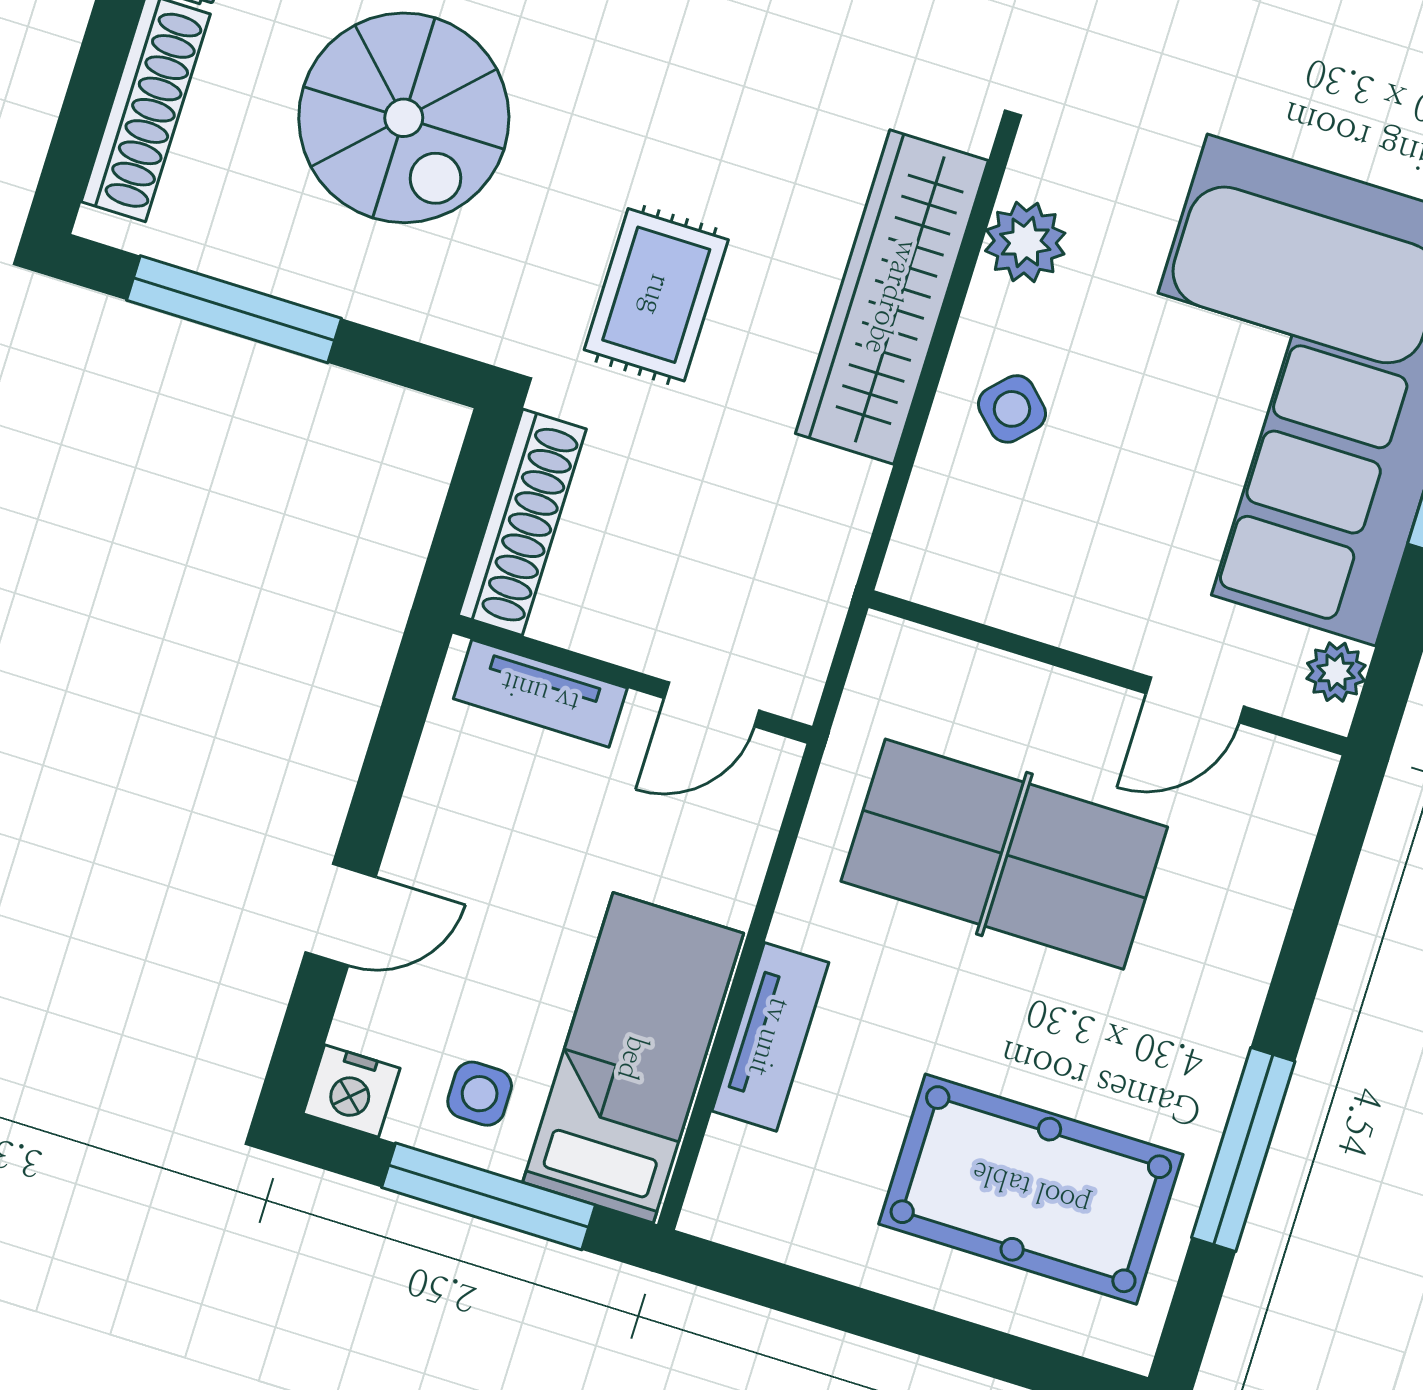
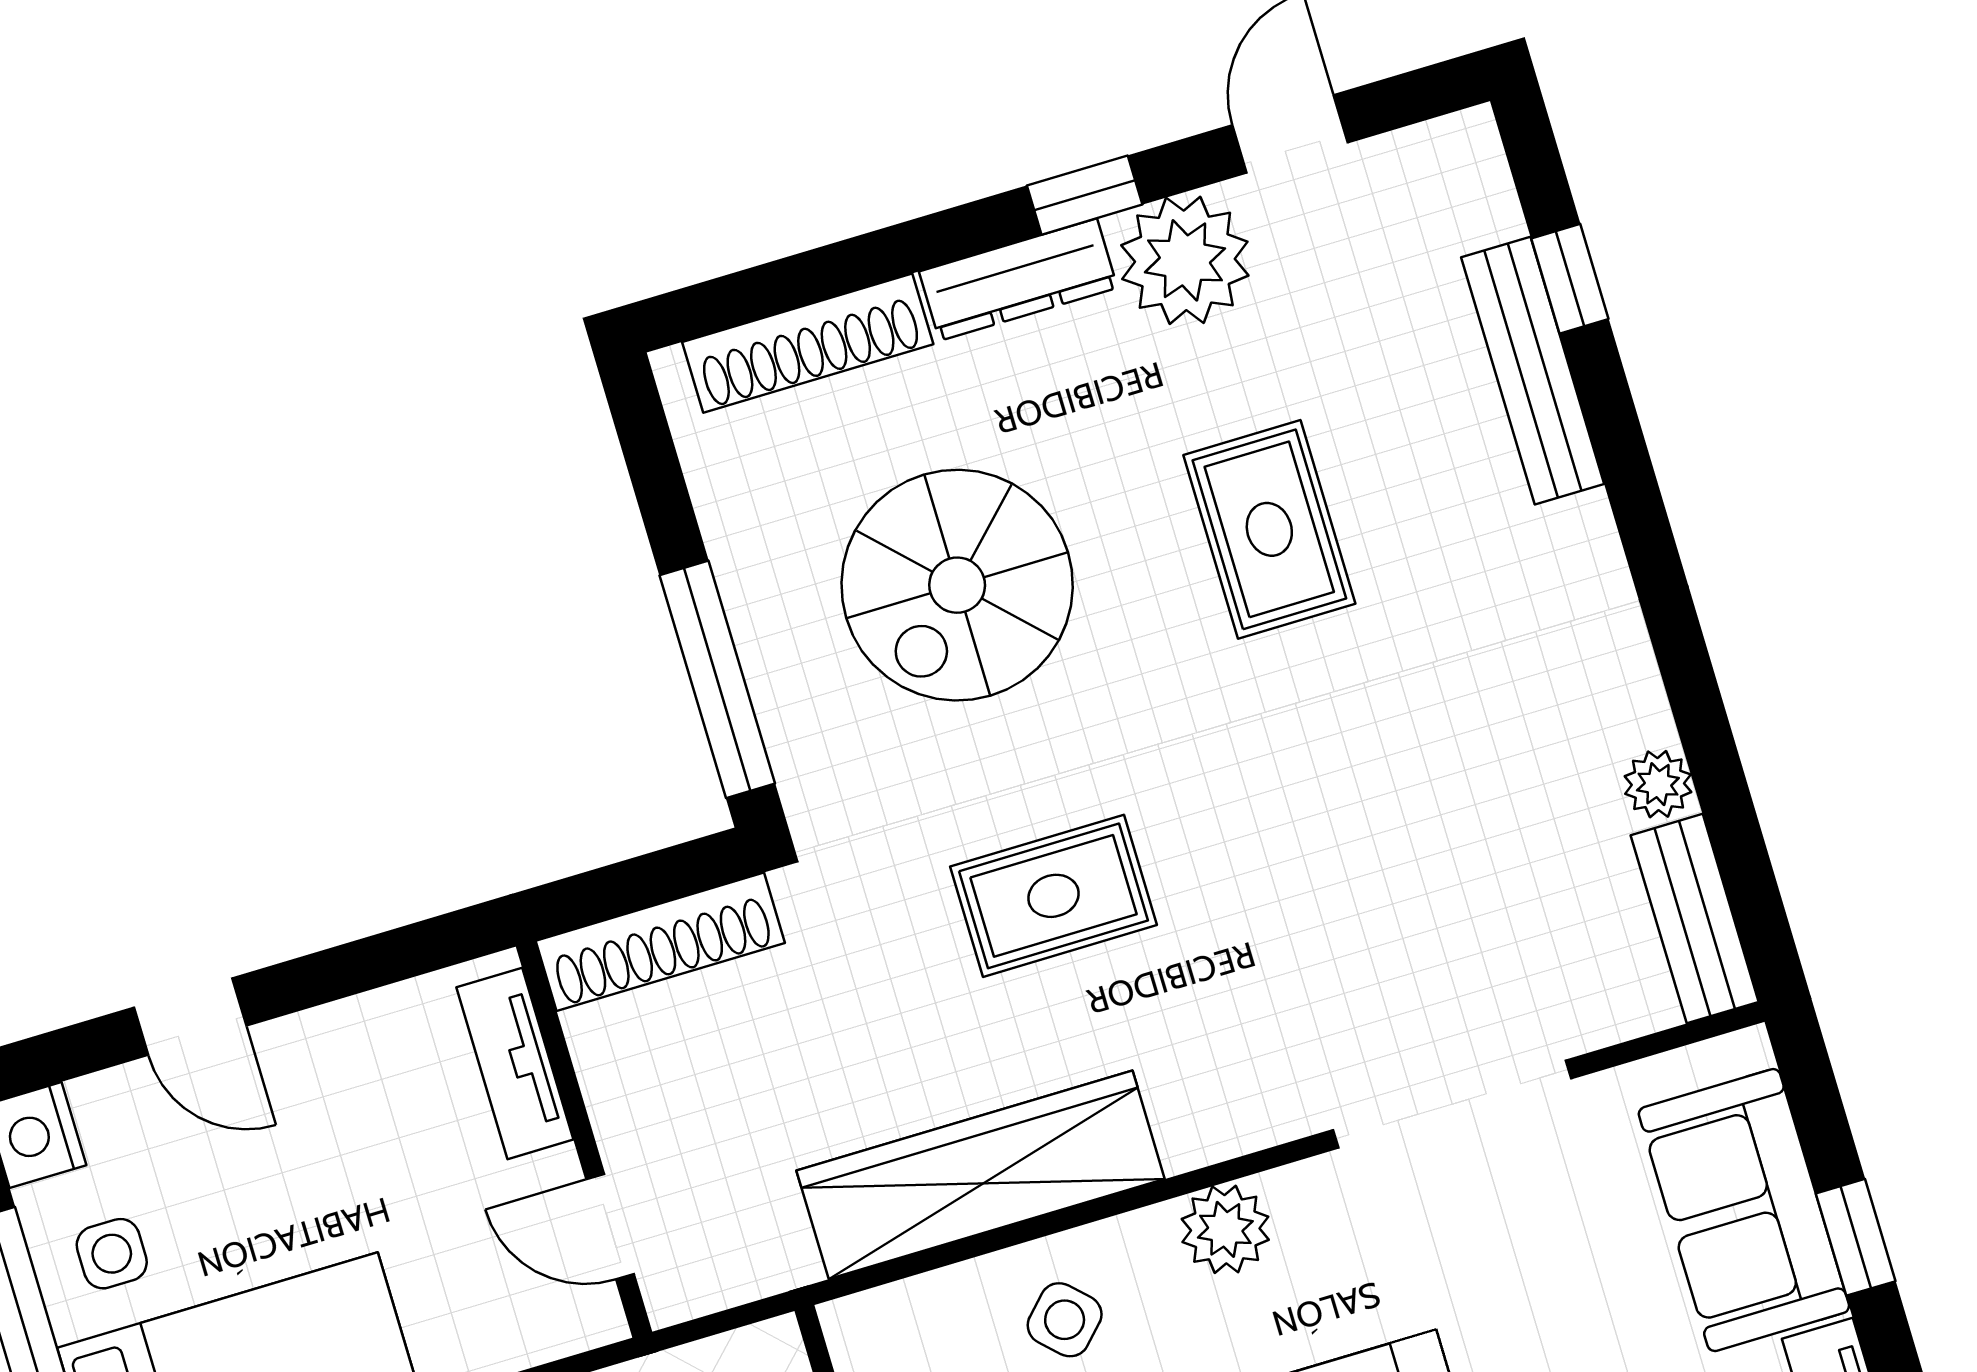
rug: (656, 295) -> (1053, 896), moved
wardrobe: (892, 297) -> (981, 1175), moved
window: (234, 309) -> (717, 679), moved

